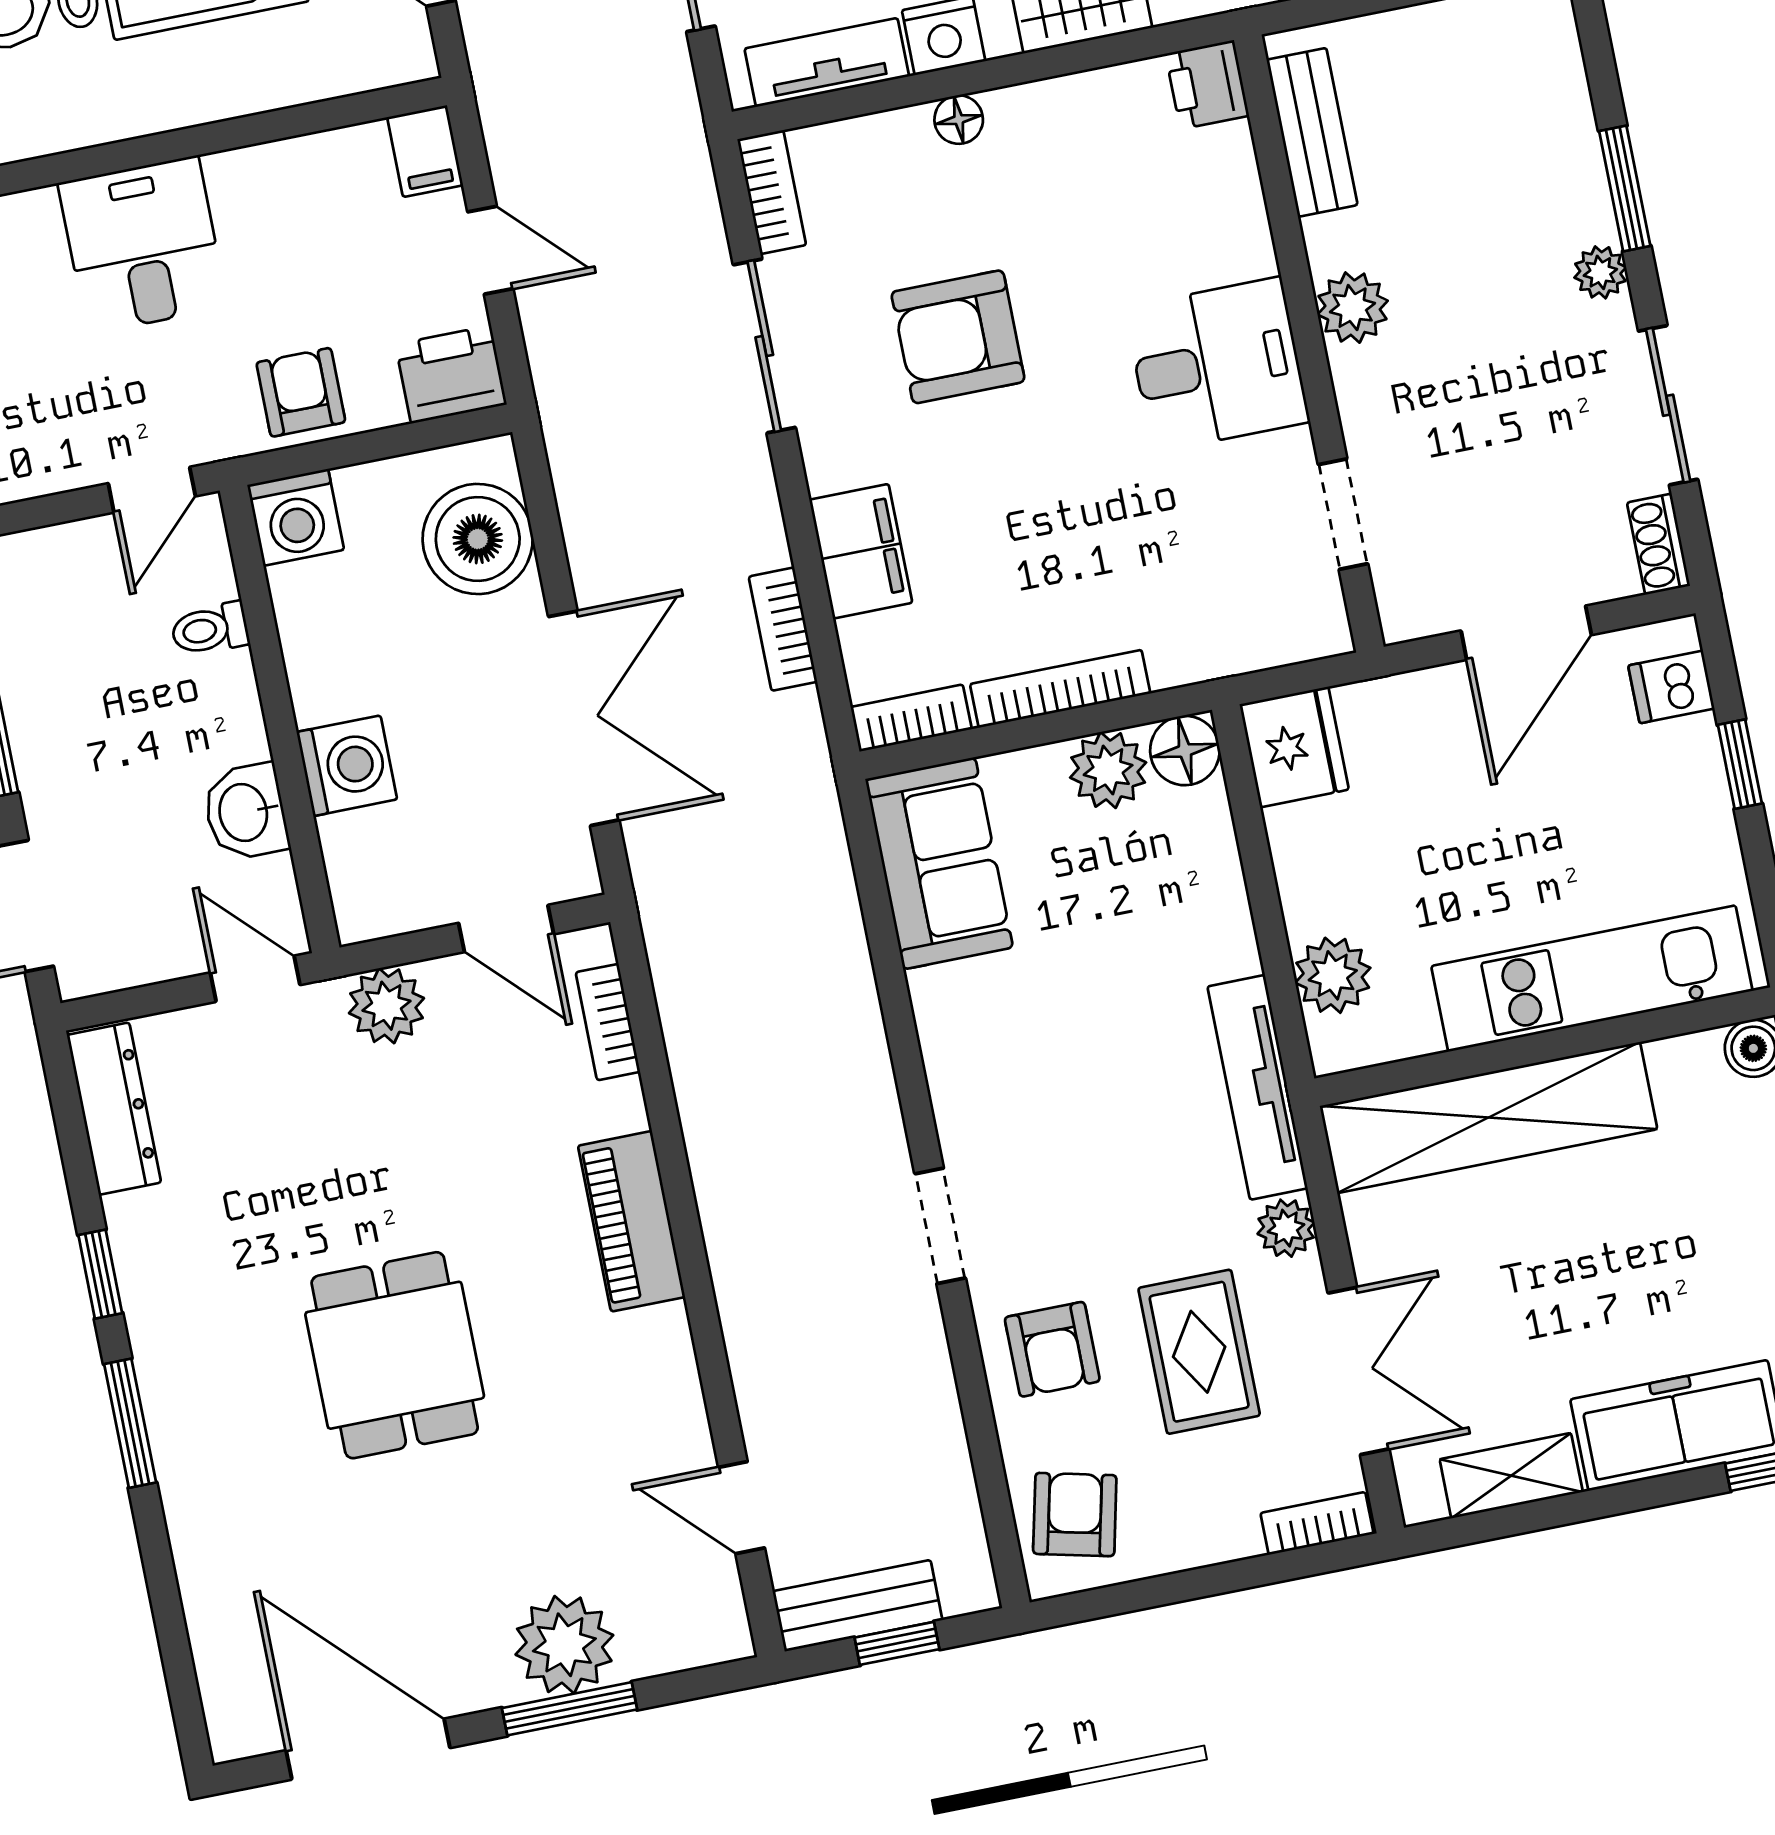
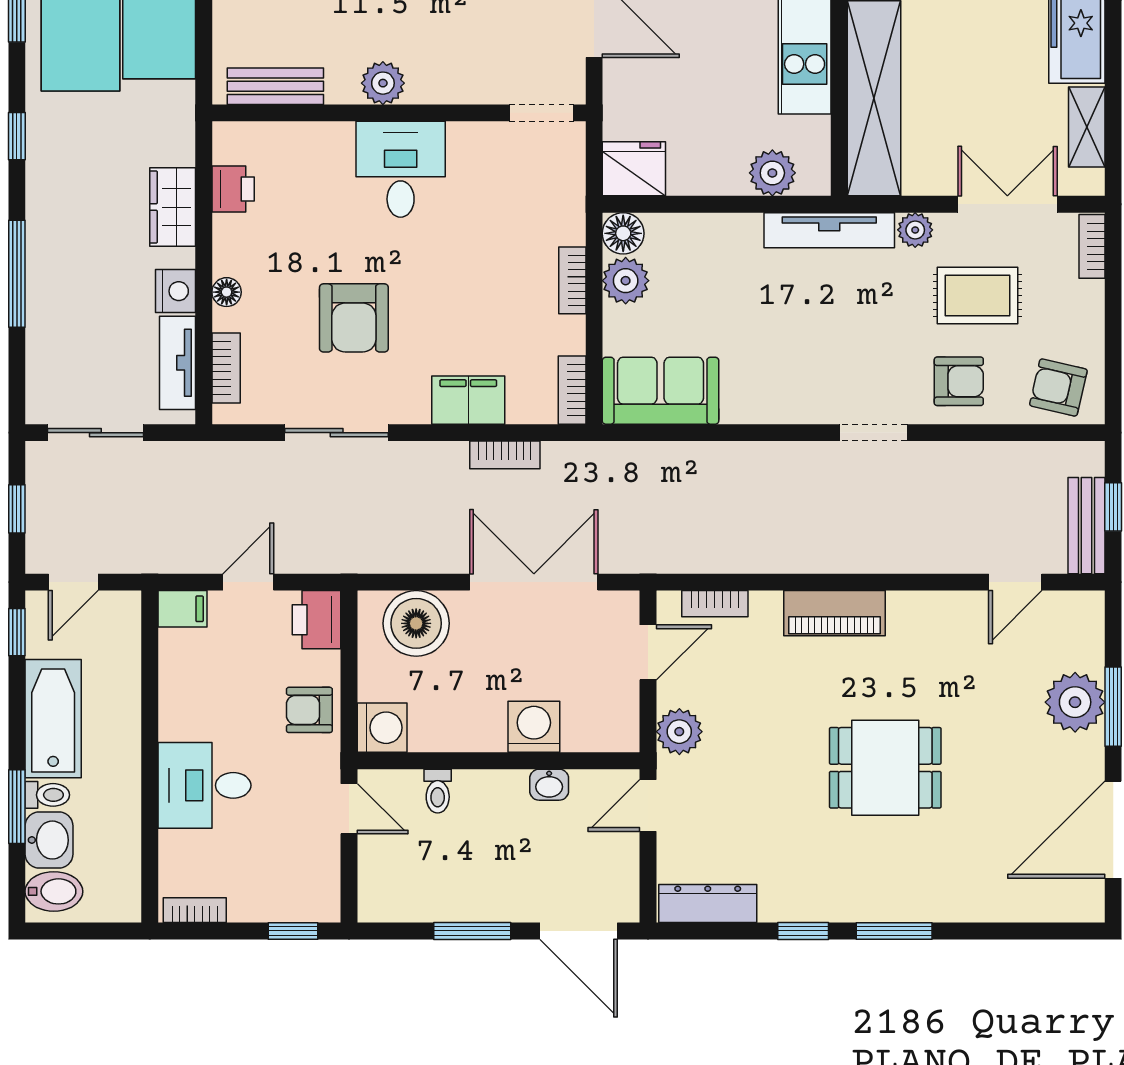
printer: (1207, 85) -> (233, 189), moved, turned -90
bookcase: (772, 192) -> (226, 368), moved, turned 90
doorway: (1343, 514) -> (541, 113), moved
bookcase: (1060, 689) -> (572, 280), width x0.64
washbasin: (245, 812) -> (549, 785), width x0.72, depth x0.69

